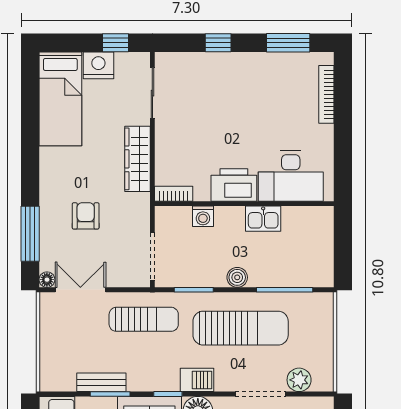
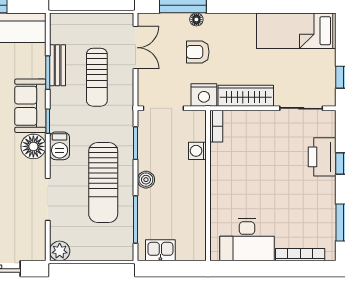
nightstand: (98, 65) -> (204, 95), moved, turned 90
desk: (291, 176) -> (247, 240), moved, turned -90
printer: (234, 185) -> (322, 157), moved, turned 180
armchair: (86, 216) -> (198, 52), turned 180
kitchen sink: (263, 219) -> (160, 250), moved, turned 90
floor lamp: (47, 280) -> (196, 19), moved
sun lounger: (144, 319) -> (97, 77), moved
plant: (299, 380) -> (60, 251), moved

